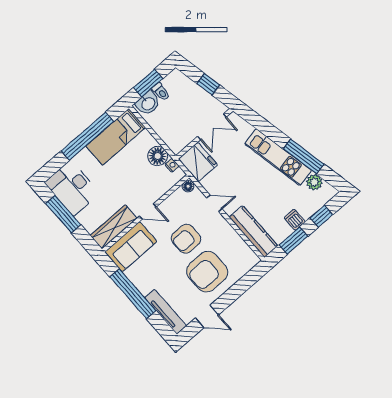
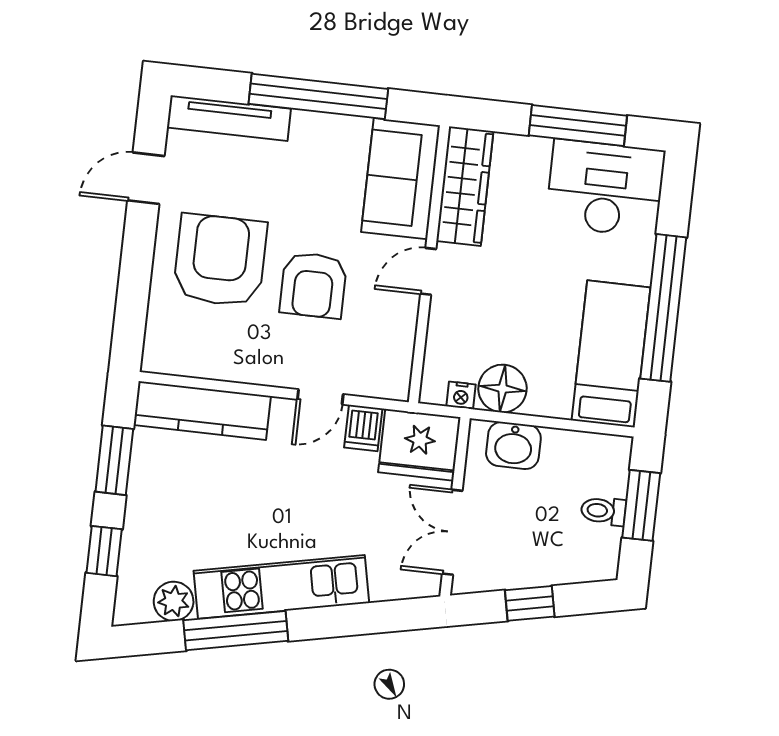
washbasin: (148, 103) -> (513, 446), moved, turned -90
floor lamp: (188, 186) -> (397, 384), removed
dishwasher: (295, 220) -> (363, 428), moved, turned 90
armchair: (186, 239) -> (313, 285), turned 180

